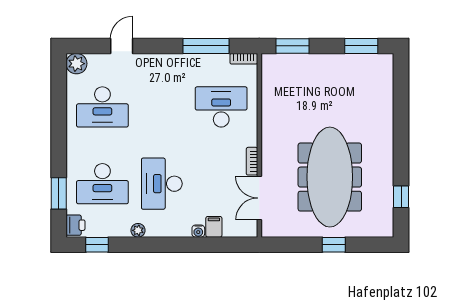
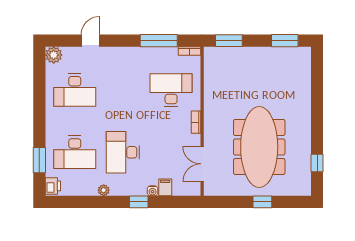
bookcase: (252, 161) -> (196, 122), moved
window: (97, 245) -> (139, 202), moved

